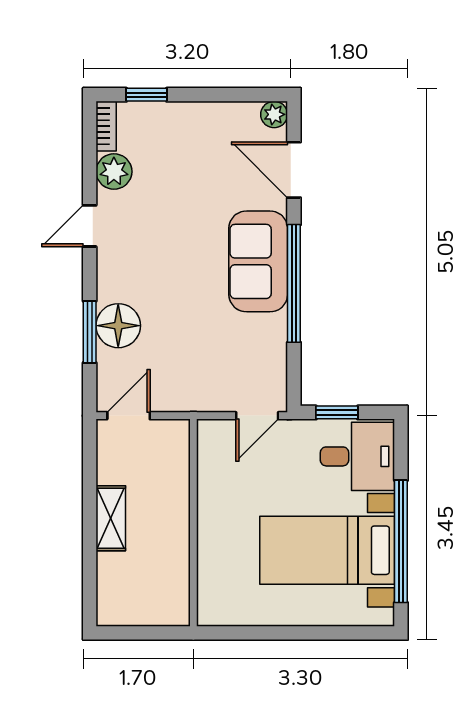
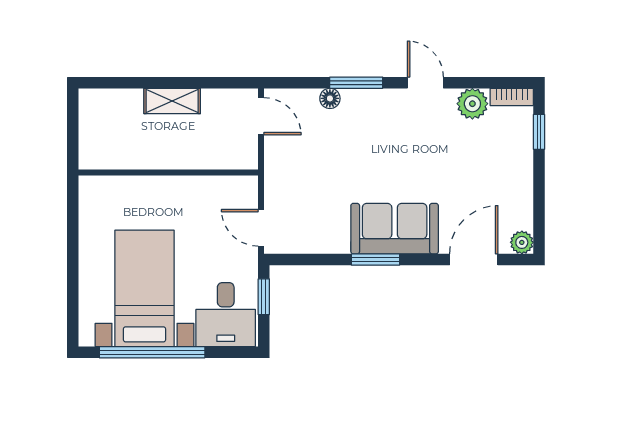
window: (294, 283) -> (376, 260), width x0.47
floor lamp: (118, 326) -> (330, 98), width x0.53, depth x0.53
window: (90, 332) -> (356, 83), moved

